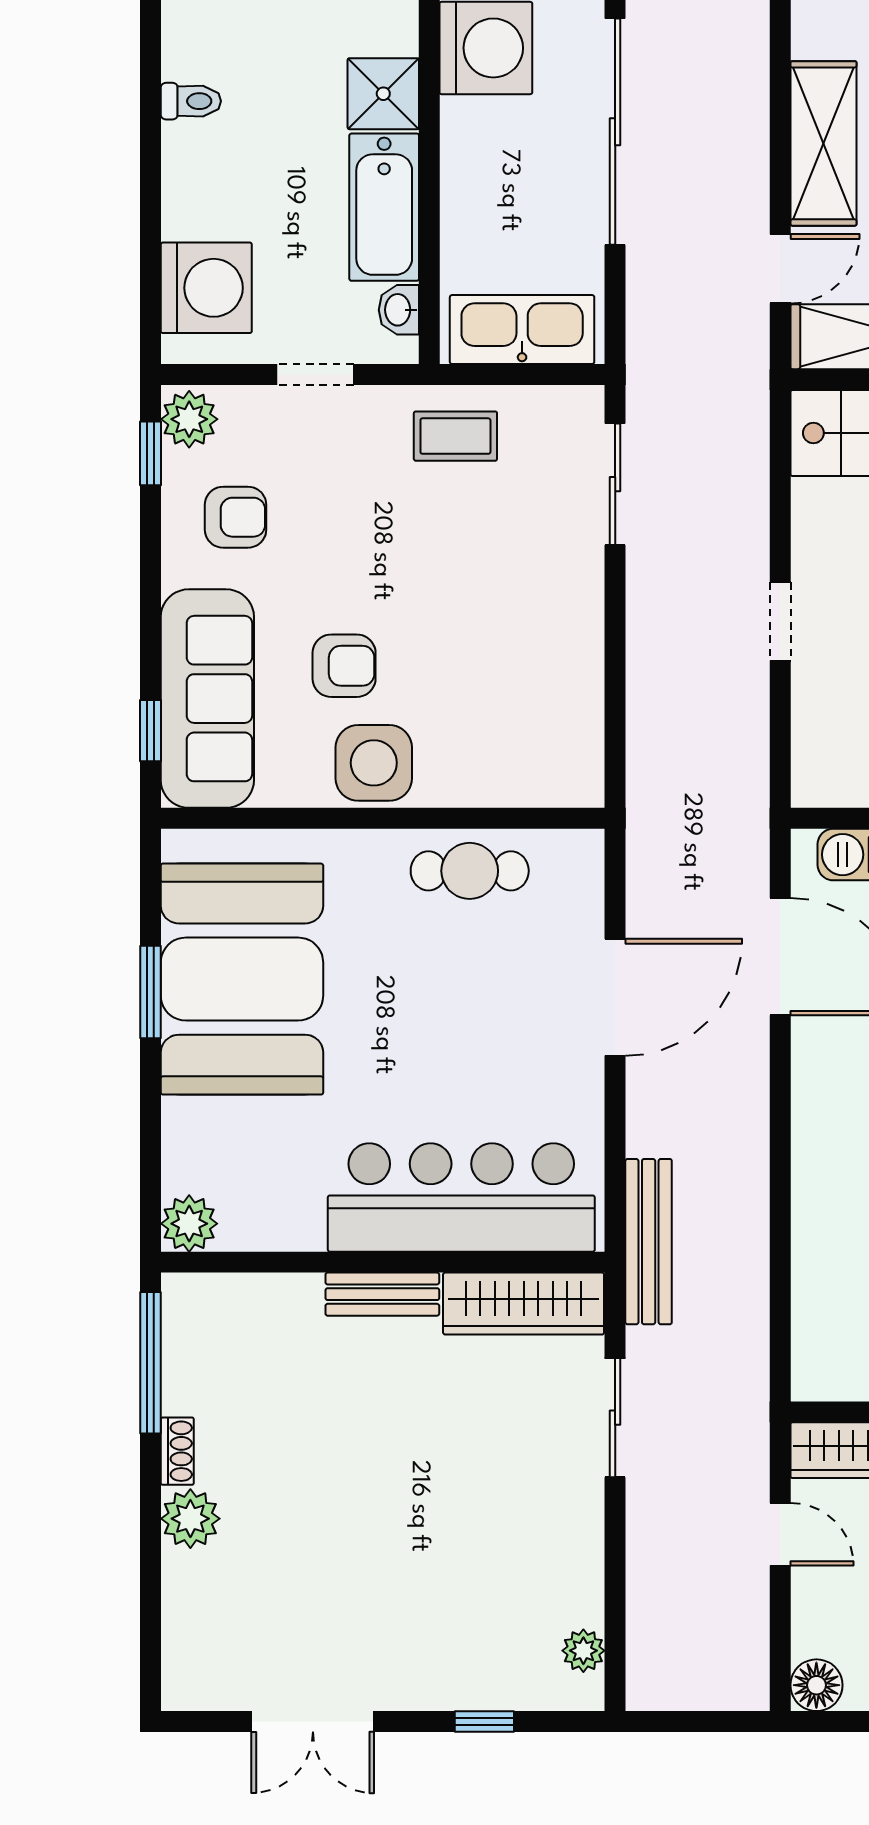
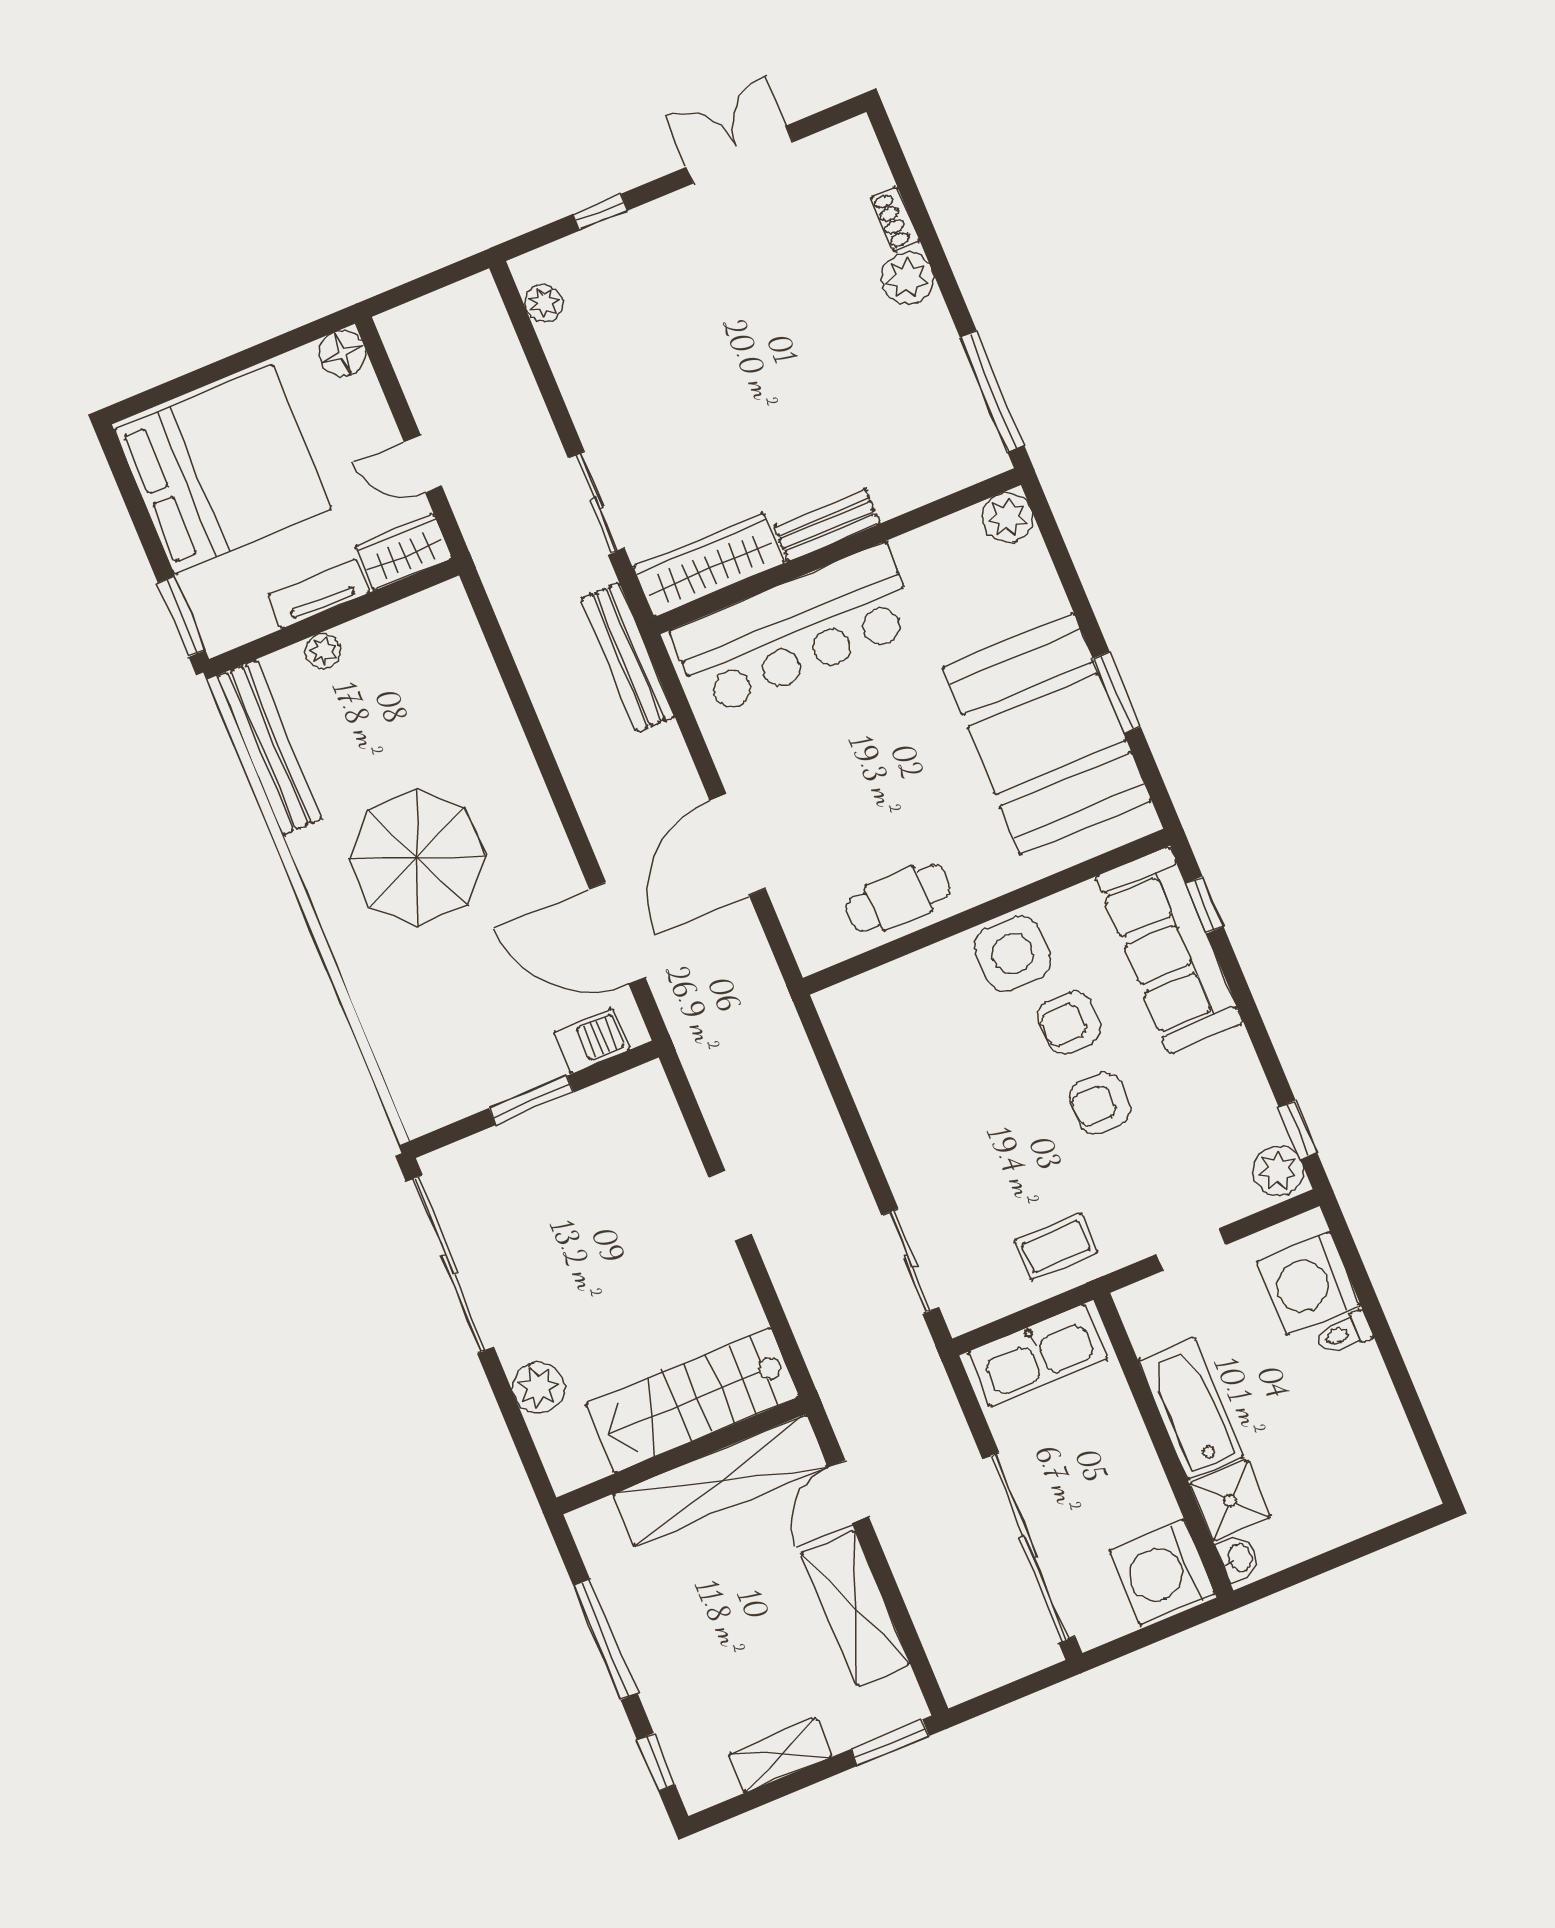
toilet: (191, 101) -> (1344, 1333), moved
washbasin: (399, 310) -> (1239, 1558), moved
armchair: (236, 517) -> (1100, 1103), moved
shoe rack: (177, 1451) -> (895, 219), moved

